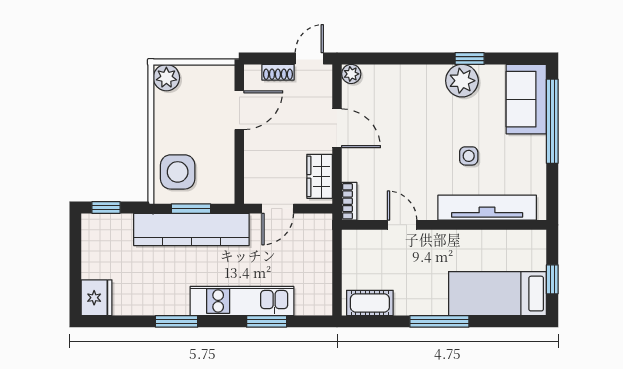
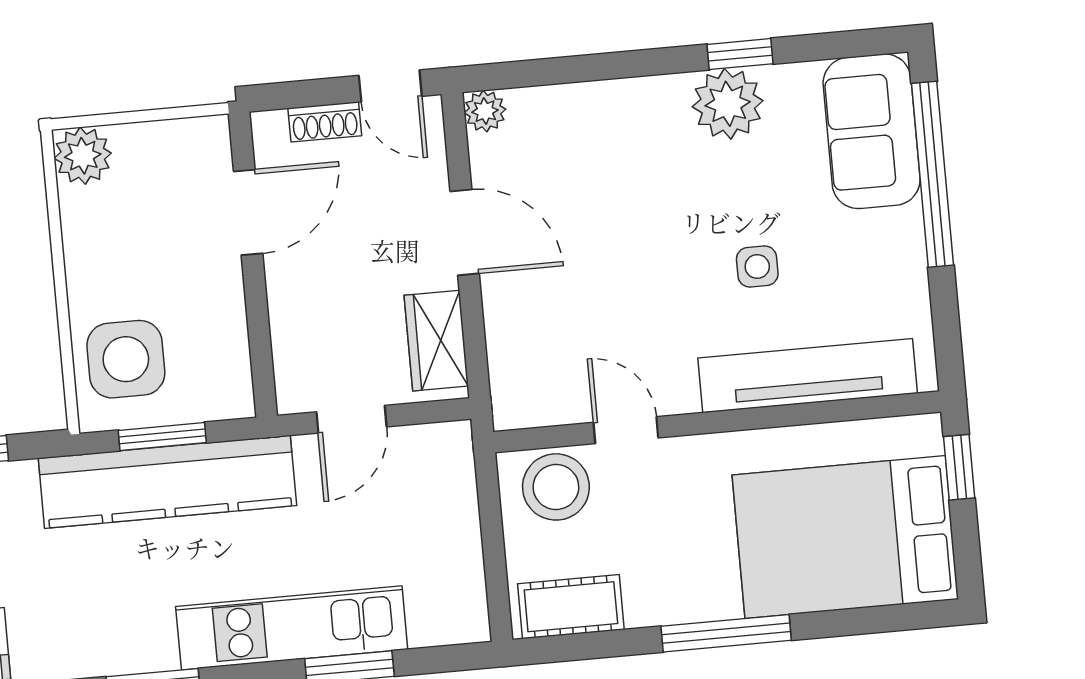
door: (309, 59) -> (390, 86), swing flipped
bookcase: (349, 201) -> (506, 389), removed
stool: (368, 248) -> (556, 487), added
window: (552, 279) -> (959, 467), moved
bed: (497, 294) -> (845, 537), width x1.50

